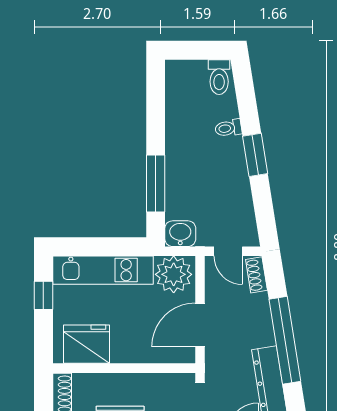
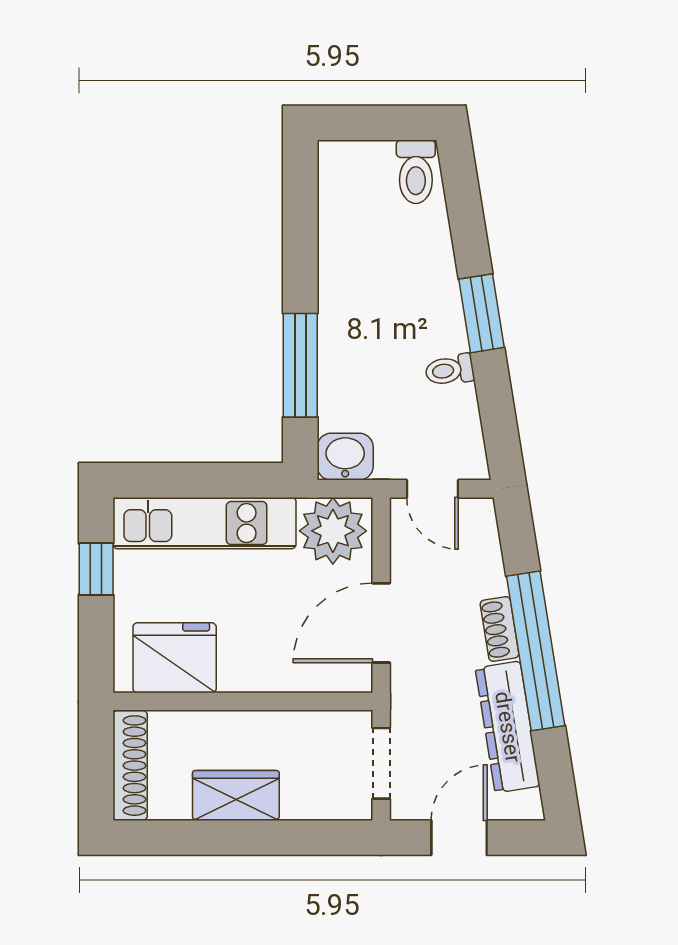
toilet: (228, 128) -> (450, 370), moved
shoe rack: (256, 275) -> (500, 629), moved

